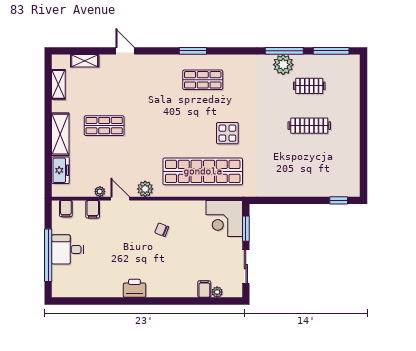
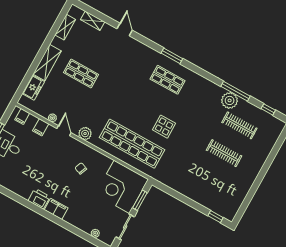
window: (331, 51) -> (268, 109), width x0.46
clothes rail: (309, 86) -> (239, 125), width x1.36
corner desk: (224, 218) -> (122, 187), width x1.36, depth x1.36
filing cabinet: (204, 289) -> (56, 209), moved, width x2.00

